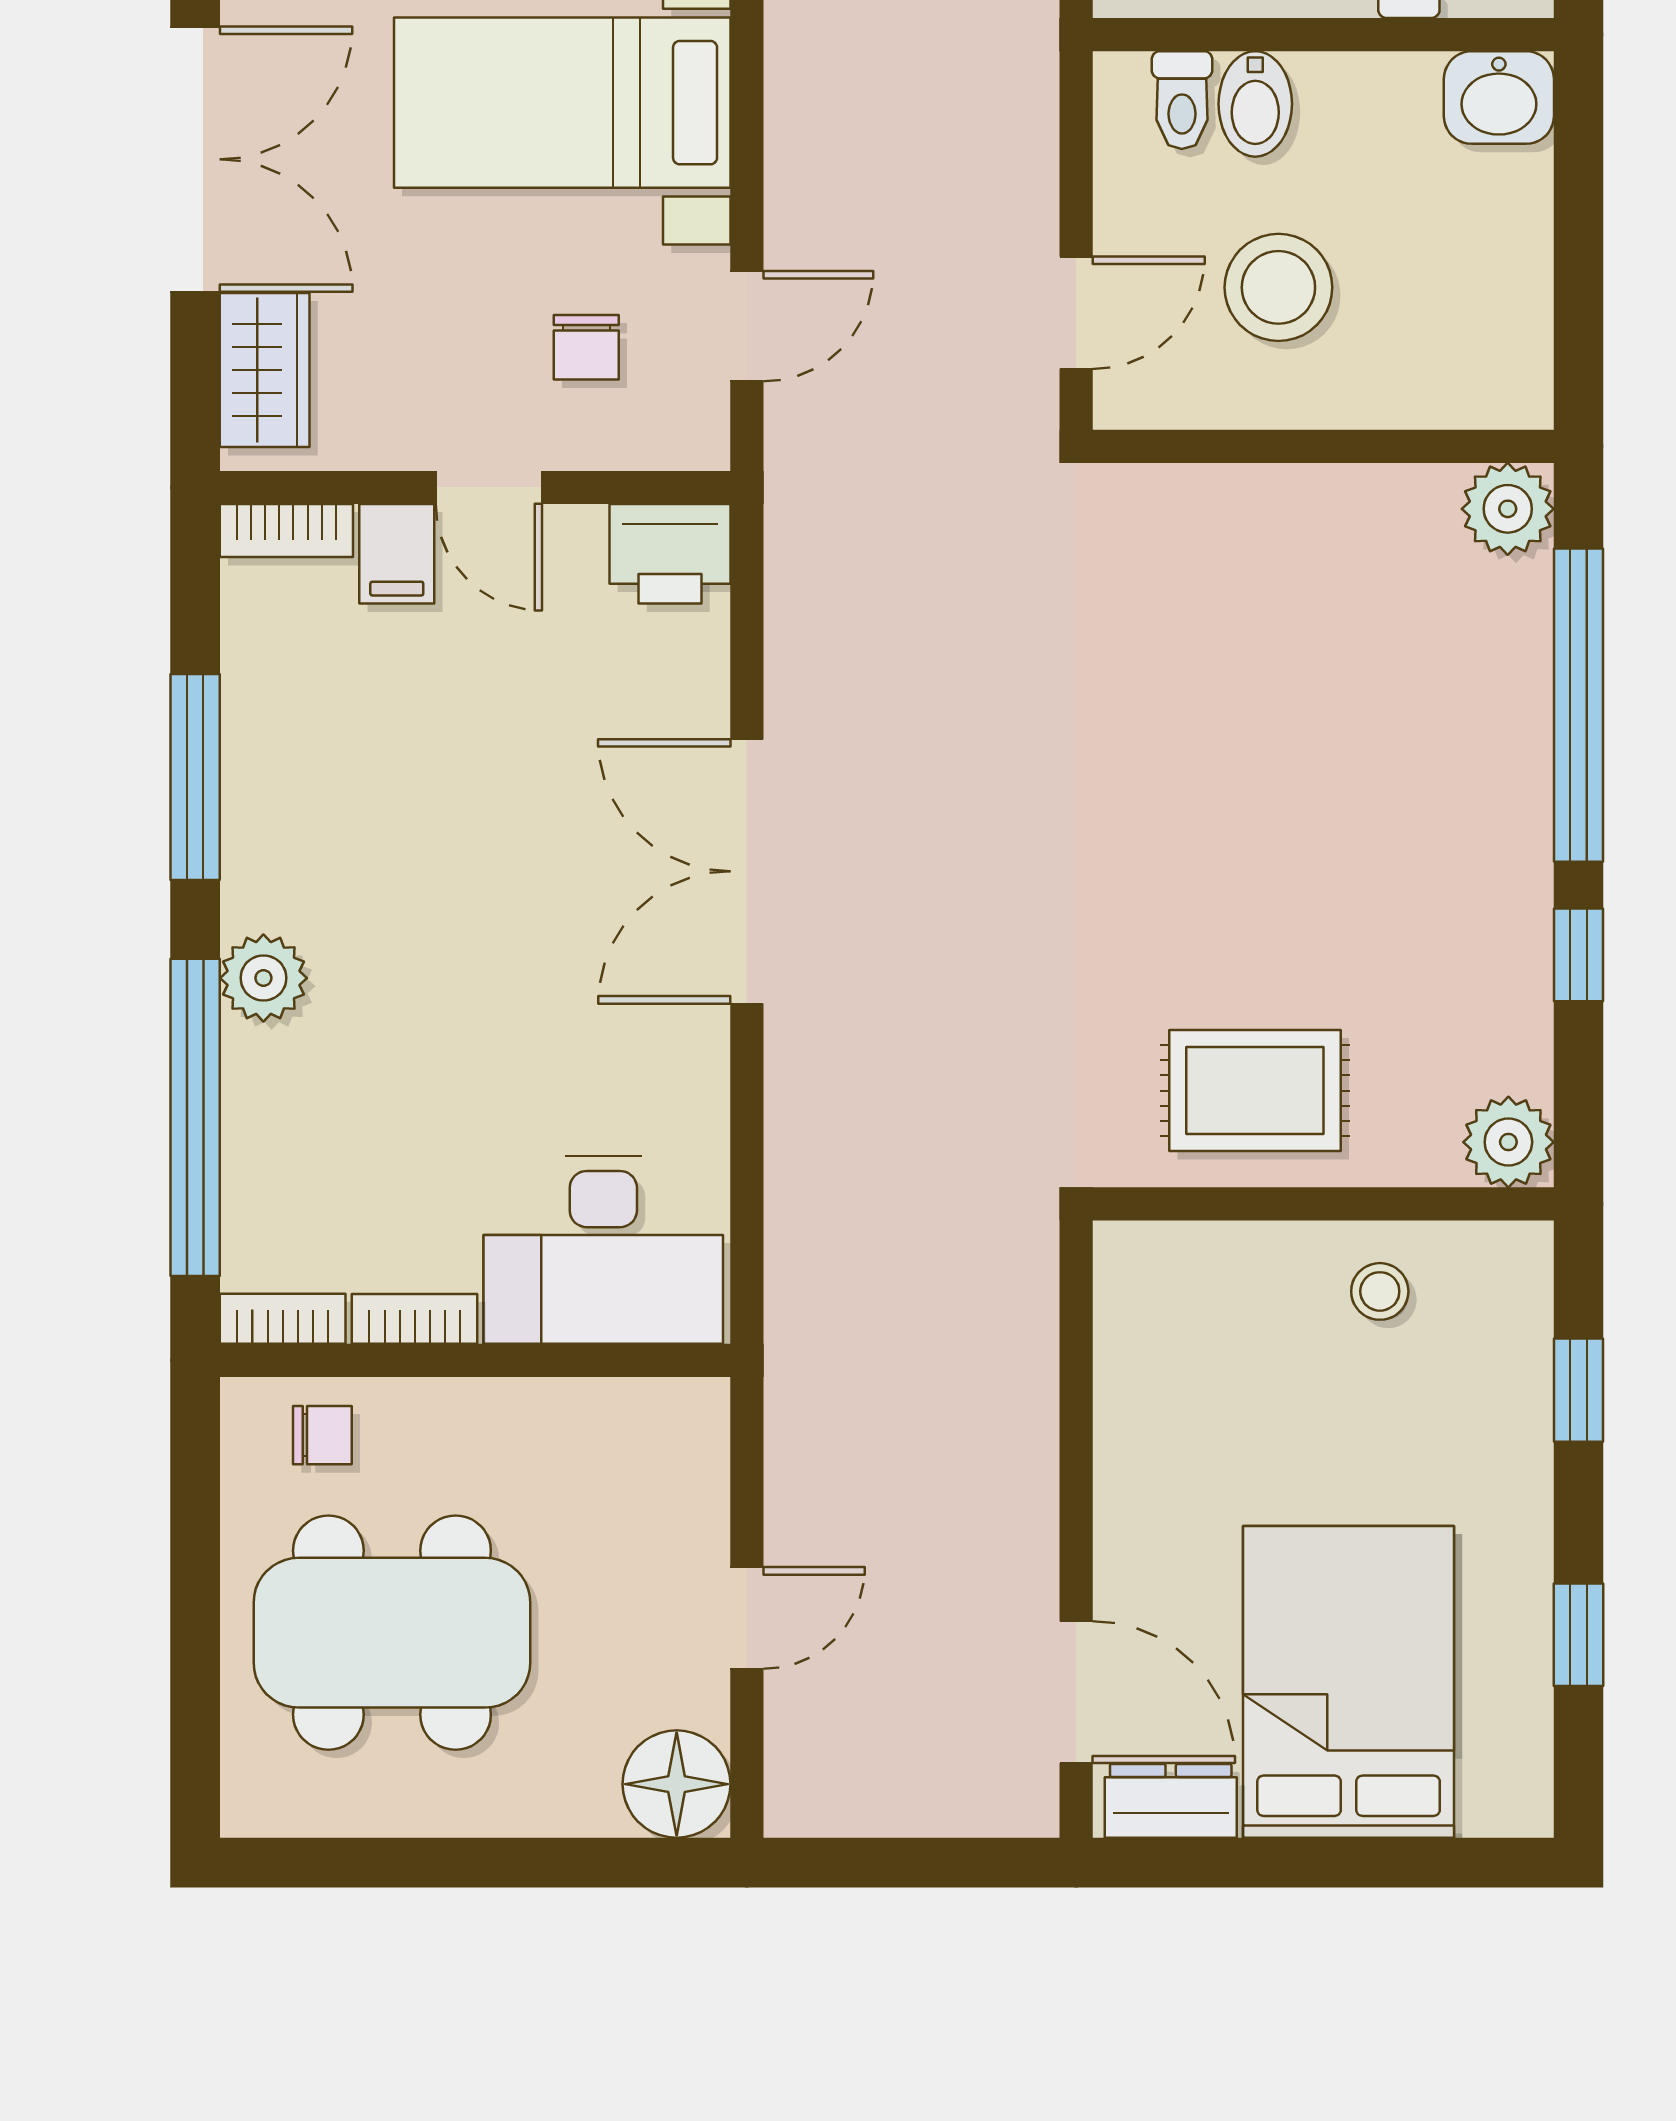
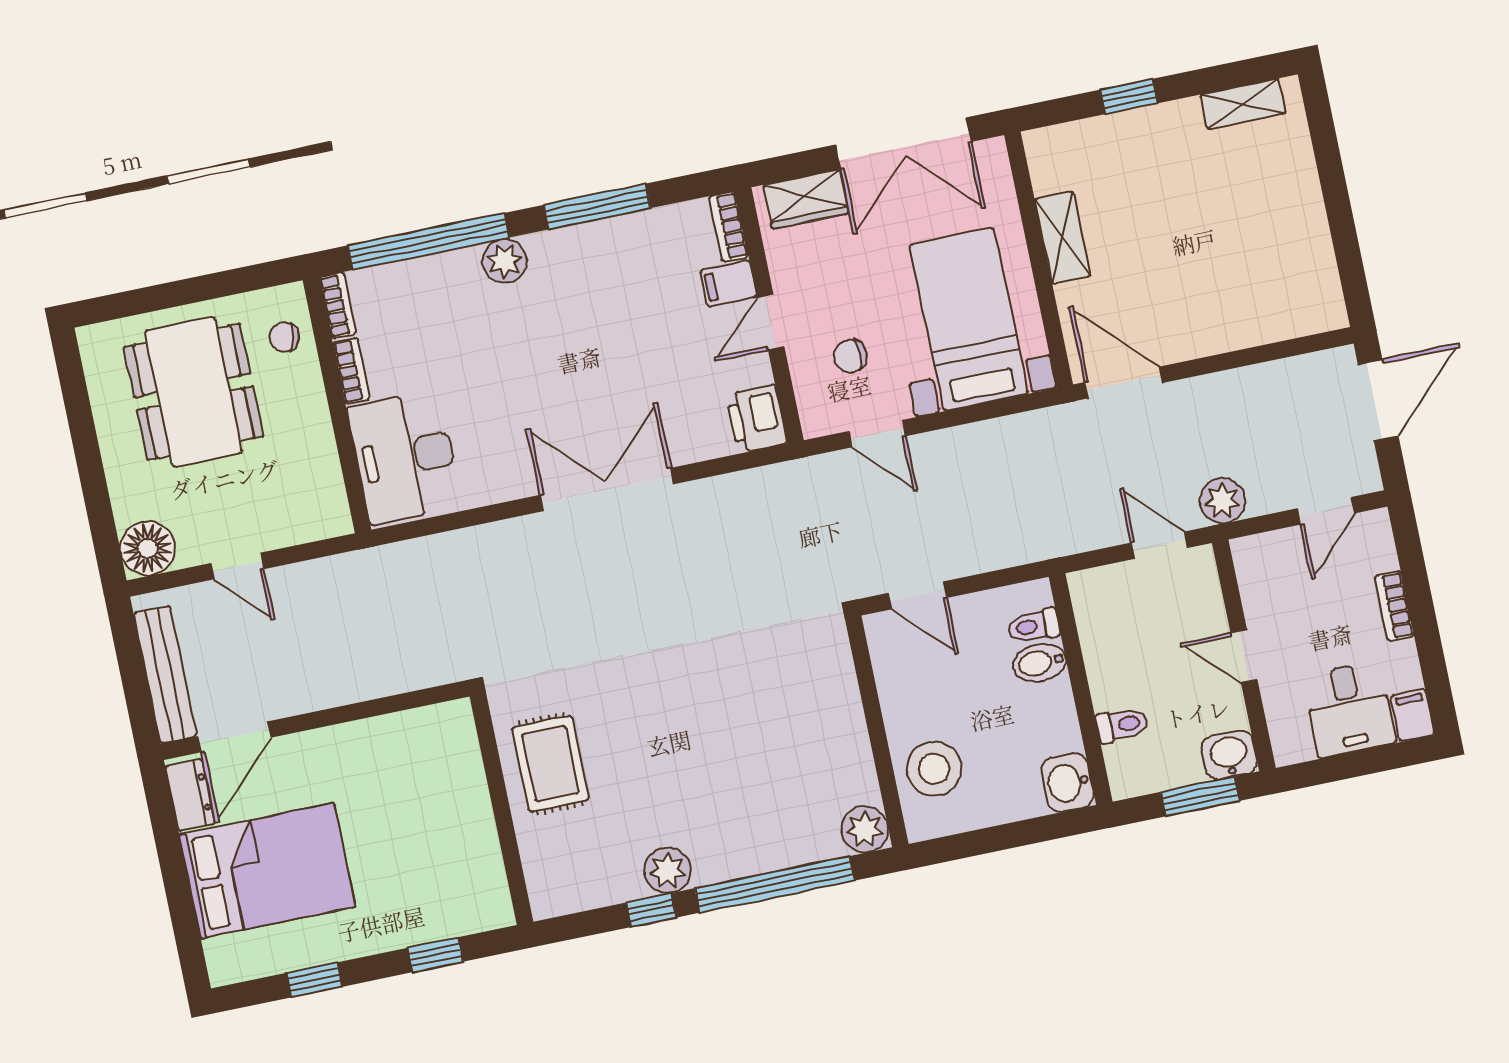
stool: (1278, 287) -> (934, 769), moved
plant: (1508, 1142) -> (667, 870), moved
stool: (1380, 1291) -> (464, 846), removed
chair: (322, 1435) -> (284, 337), turned 105
bench: (928, 1801) -> (165, 675), added

